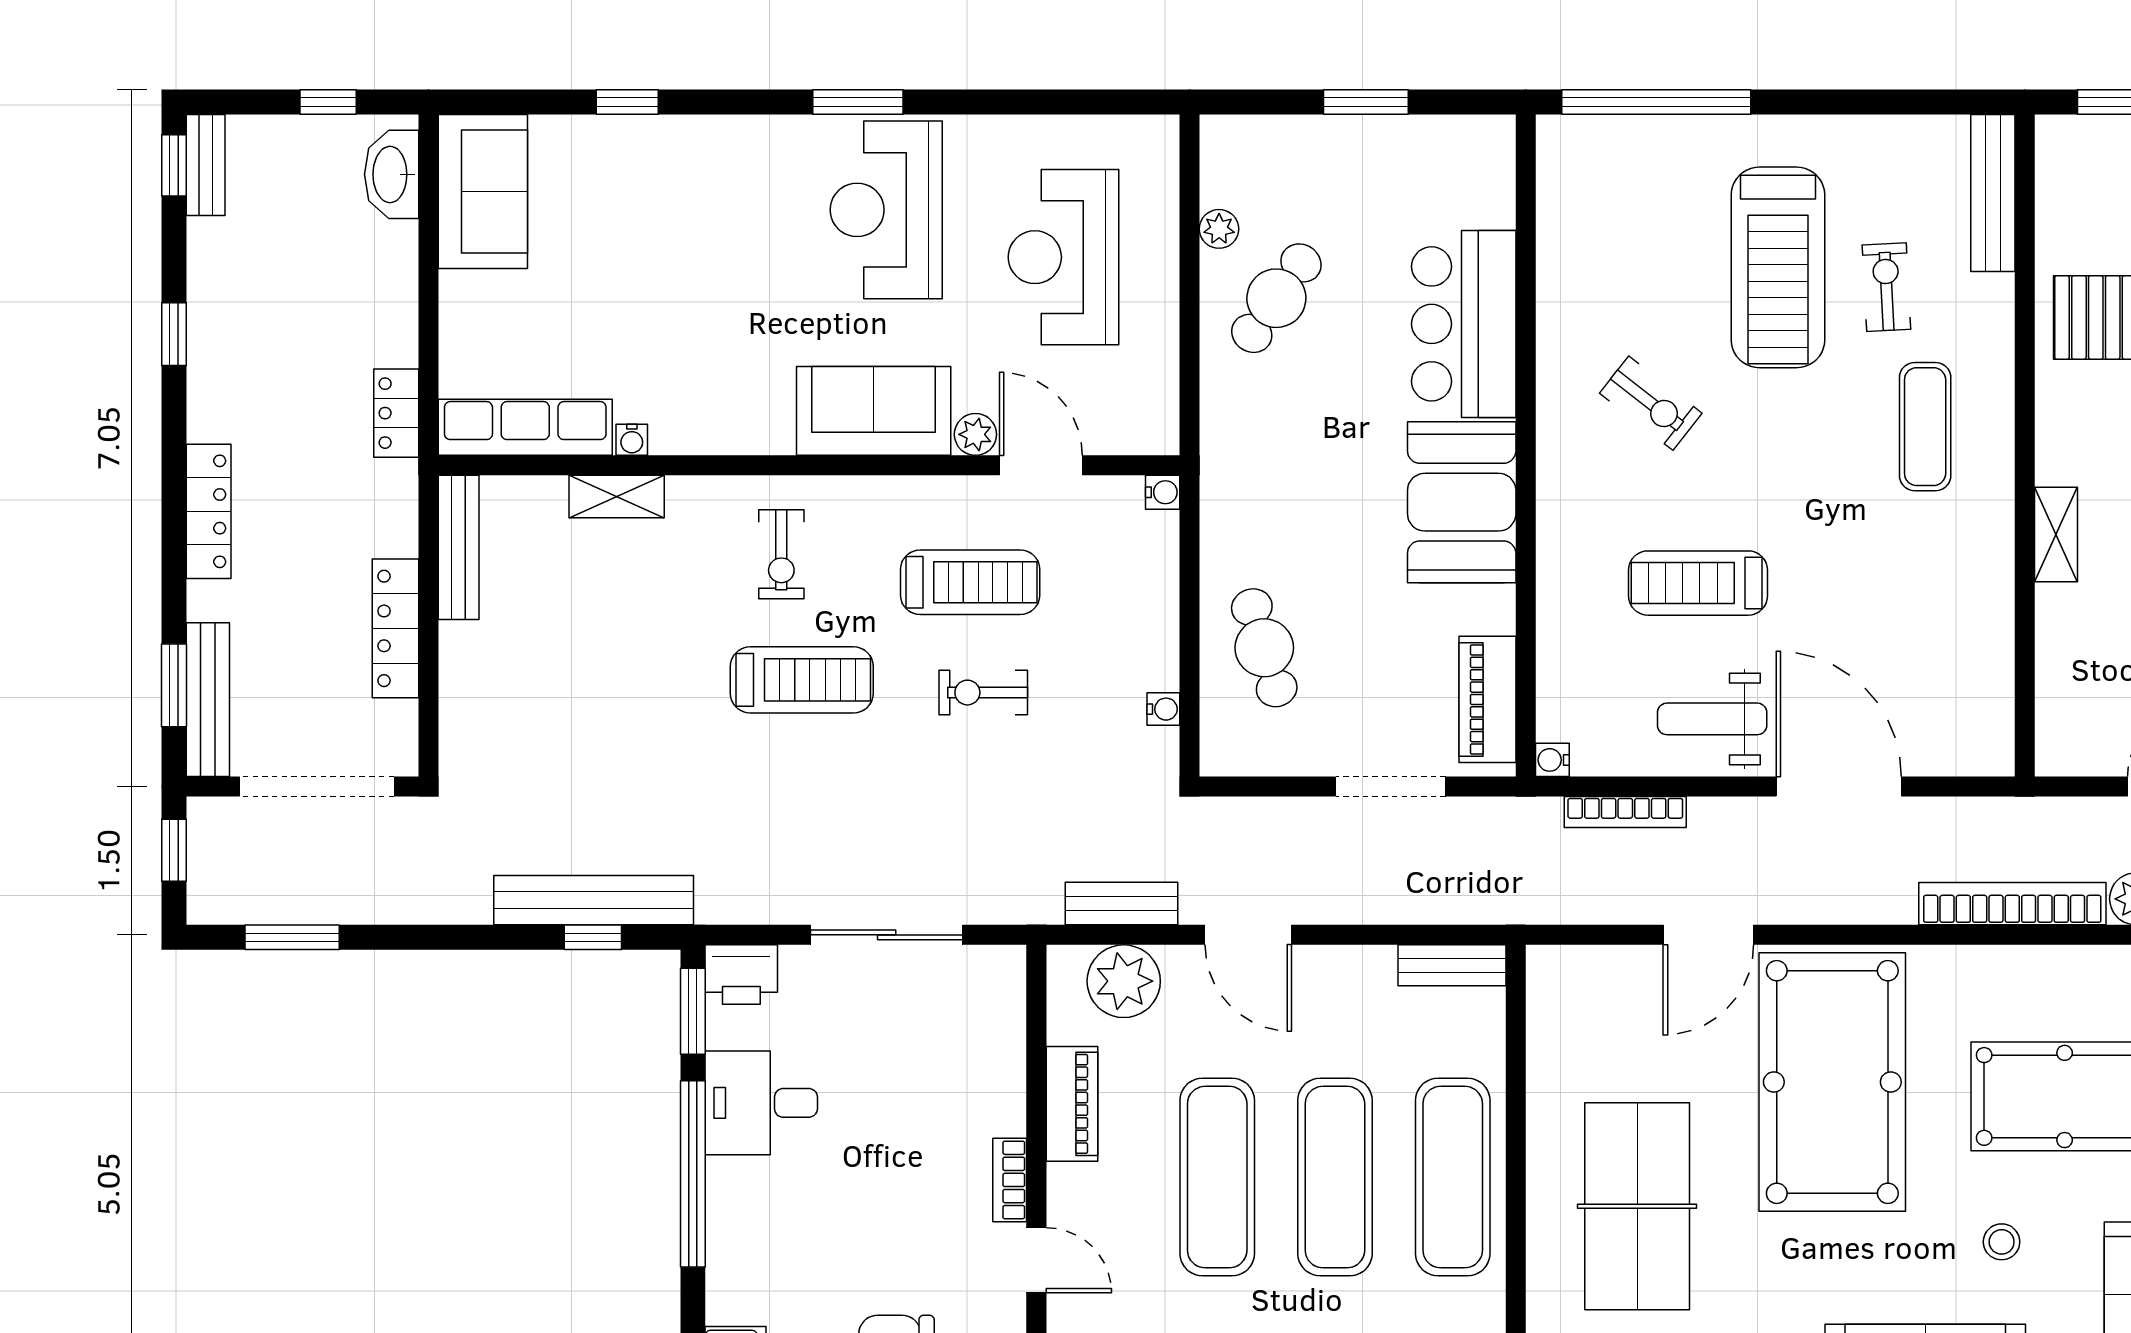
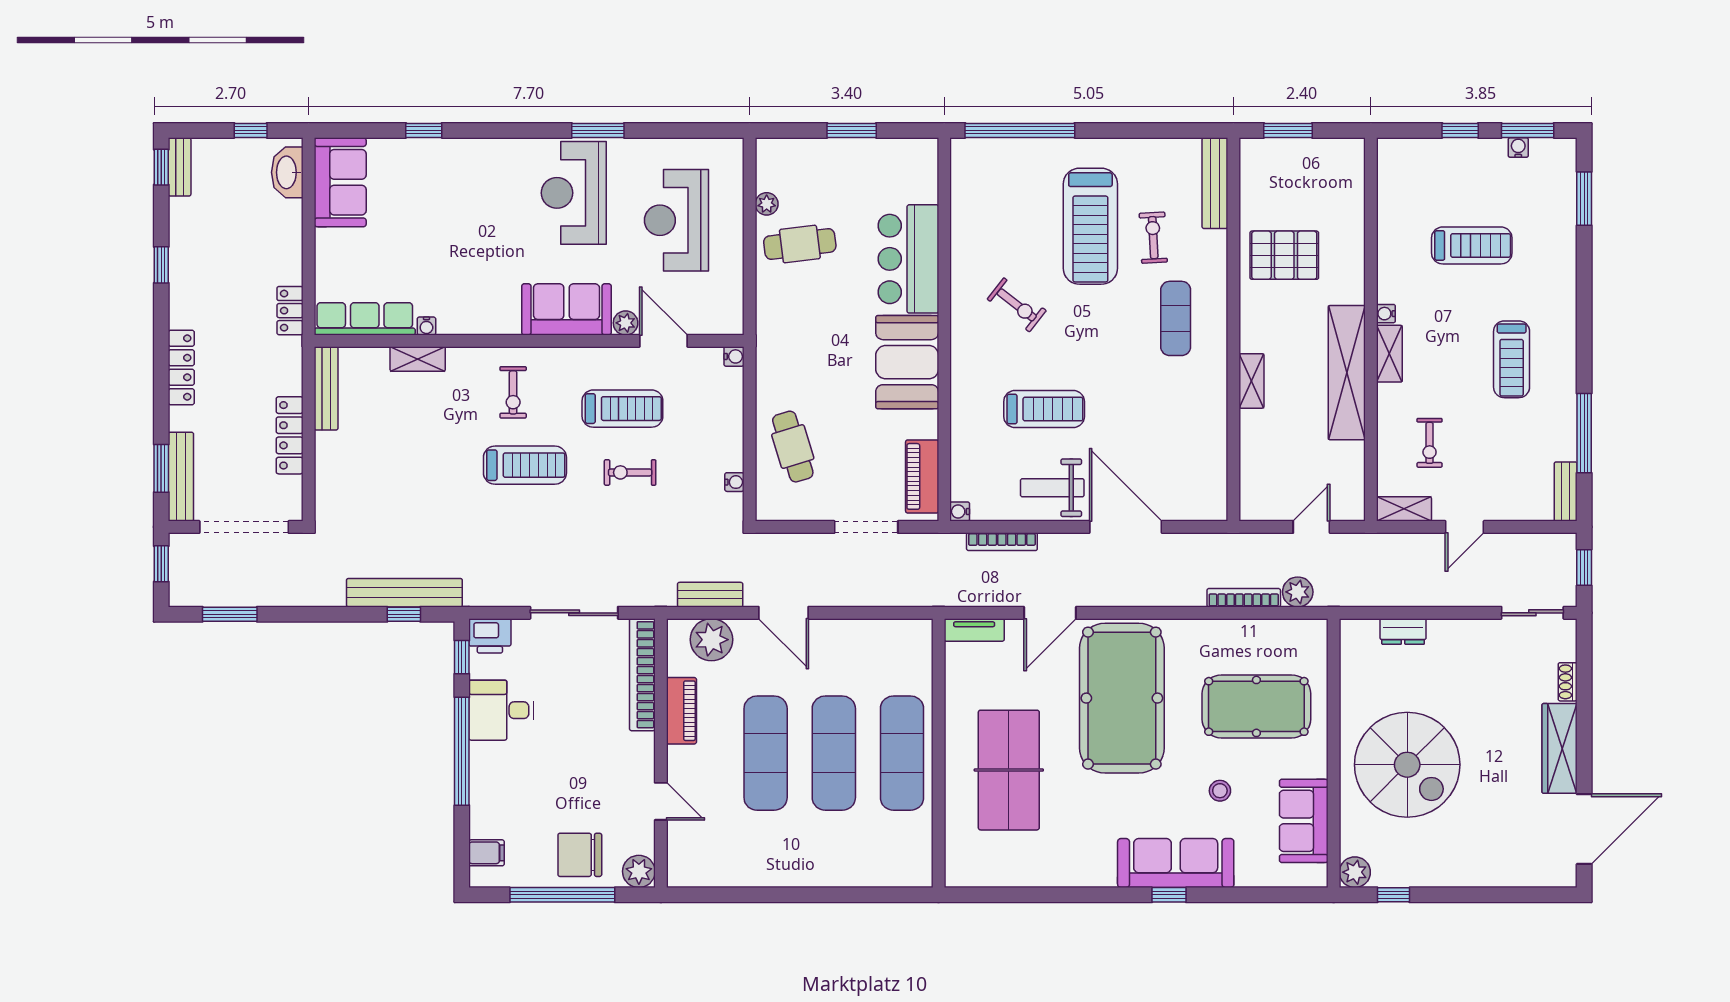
window: (858, 102) -> (598, 130), moved
cafe table: (1276, 298) -> (800, 244), turned 48
treadmill: (1698, 583) -> (1044, 409), turned 180
bookcase: (2012, 904) -> (1244, 598), width x0.68, depth x0.76
tv unit: (1577, 964) -> (974, 630), added
bench: (1452, 965) -> (902, 630), removed
window: (693, 1011) -> (462, 657), width x0.67
bookcase: (1010, 1180) -> (642, 675), moved, width x2.31, depth x1.31

